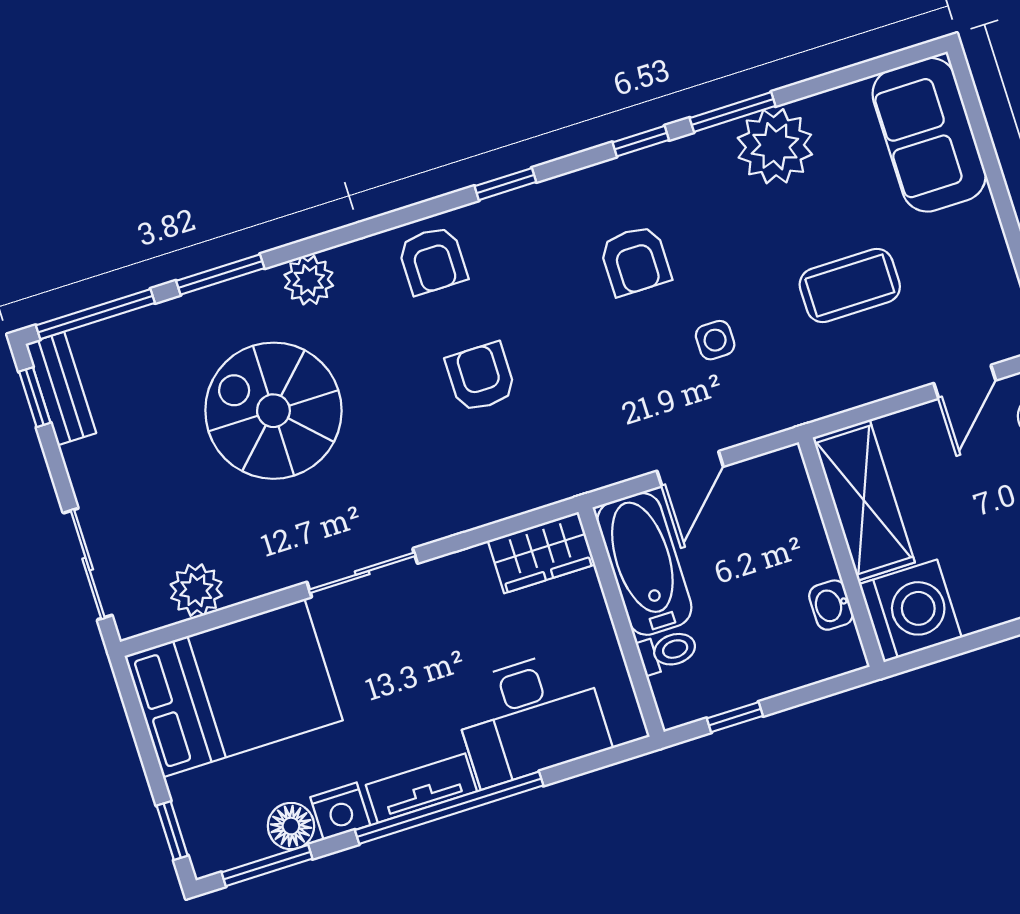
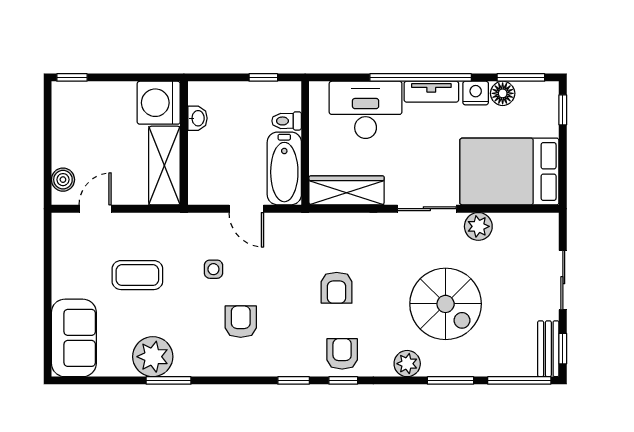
window: (641, 141) -> (343, 380), moved
door: (690, 469) -> (246, 209), swing flipped
wardrobe: (541, 553) -> (347, 190), width x1.50
sliding door: (88, 564) -> (563, 280), moved
plant: (196, 590) -> (478, 226), moved

